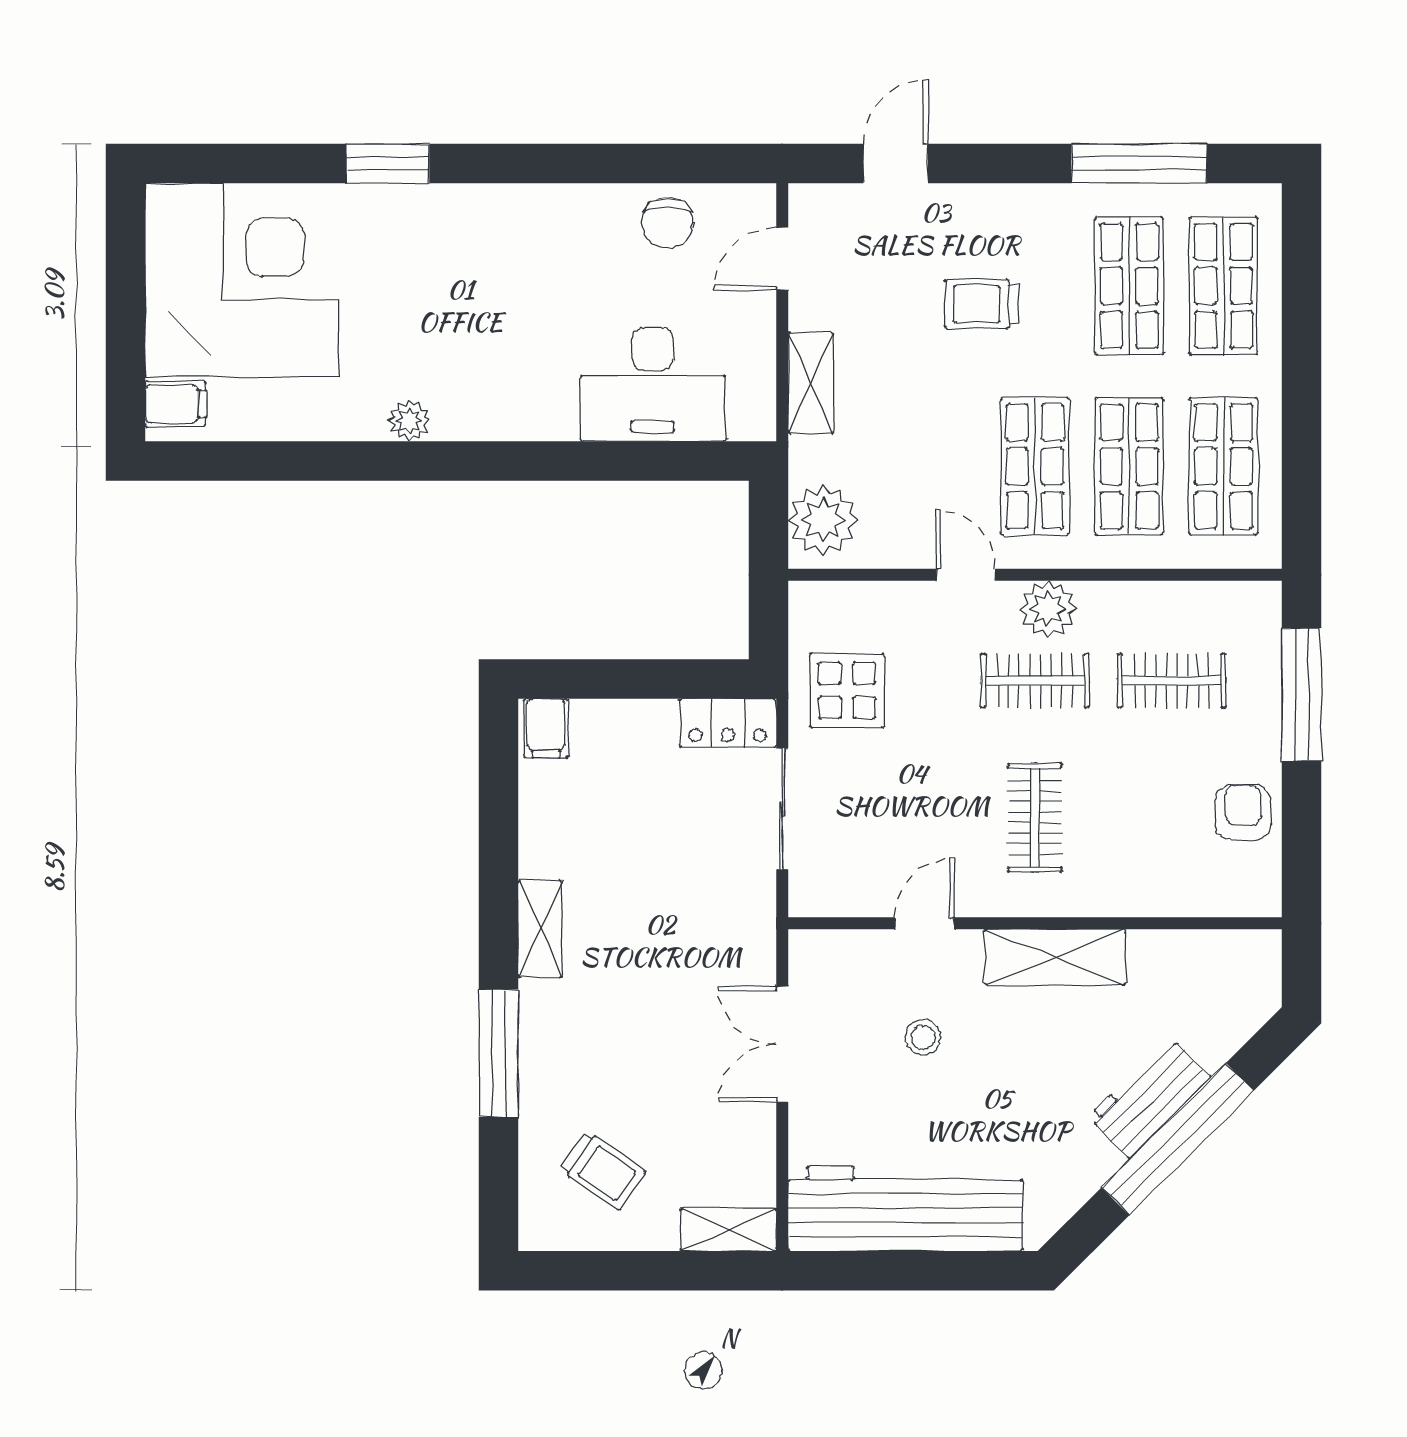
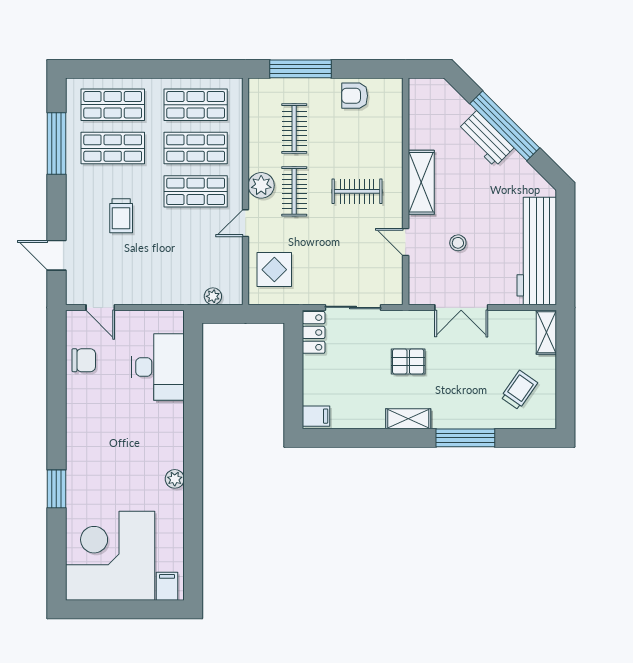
shelving: (811, 383) -> (157, 294), removed
plant: (823, 520) -> (213, 296), width x0.53, depth x0.53
display table: (847, 691) -> (274, 270), moved
pallet: (665, 929) -> (408, 361), added

